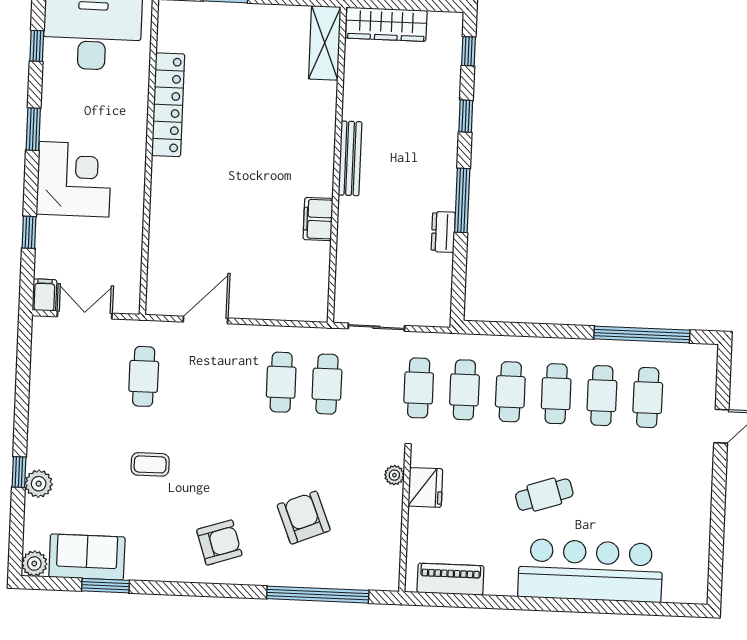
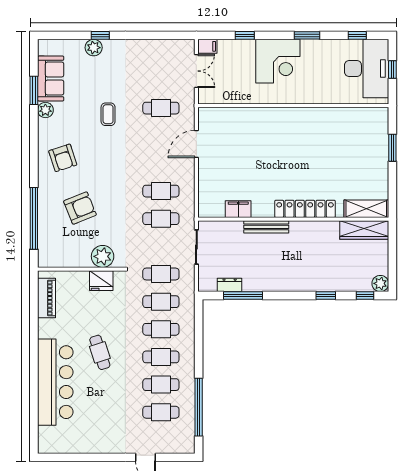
wardrobe: (386, 24) -> (364, 230), moved, turned -90
plant: (450, 25) -> (380, 283), added
locker: (168, 105) -> (305, 209), moved, turned 180
bench: (350, 158) -> (266, 227), moved
window: (462, 200) -> (243, 296), moved
filing cabinet: (318, 219) -> (238, 209), moved
dresser: (443, 232) -> (230, 285), moved
door: (206, 320) -> (196, 144), swing flipped
plant: (394, 475) -> (103, 256), width x1.88, depth x1.88
plant: (34, 564) -> (45, 110), moved

